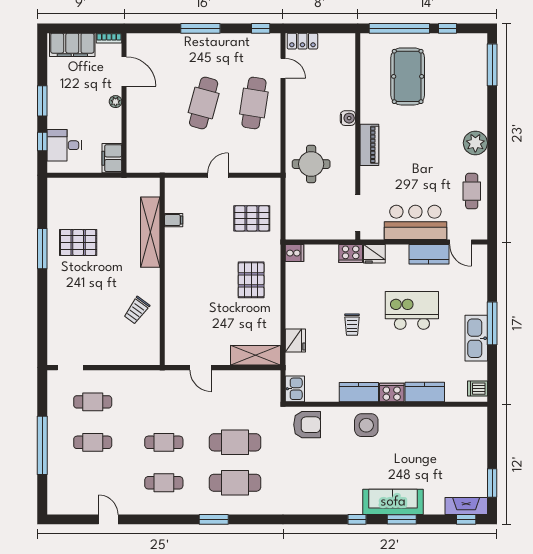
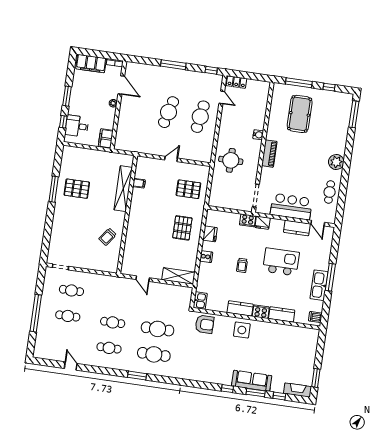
window: (399, 28) -> (299, 83), width x0.68
cooker: (295, 253) -> (206, 257), moved
fridge: (295, 341) -> (210, 234), moved
window: (466, 519) -> (279, 396), moved

